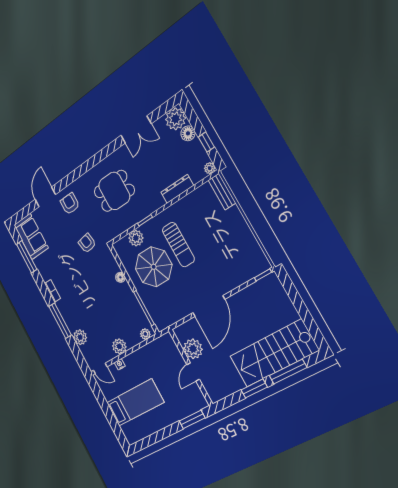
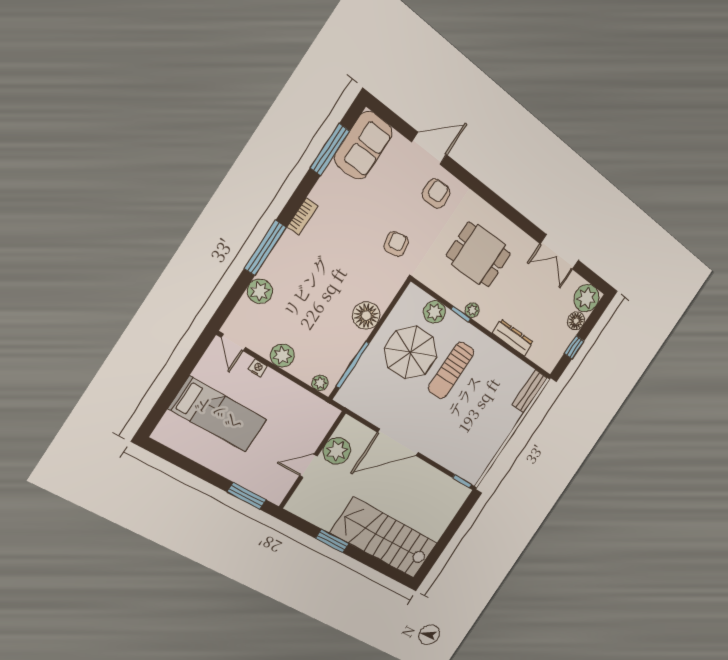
plant: (210, 168) -> (472, 310), moved
floor lamp: (120, 277) -> (366, 316), width x1.89, depth x1.89
window: (288, 372) -> (373, 562), removed

